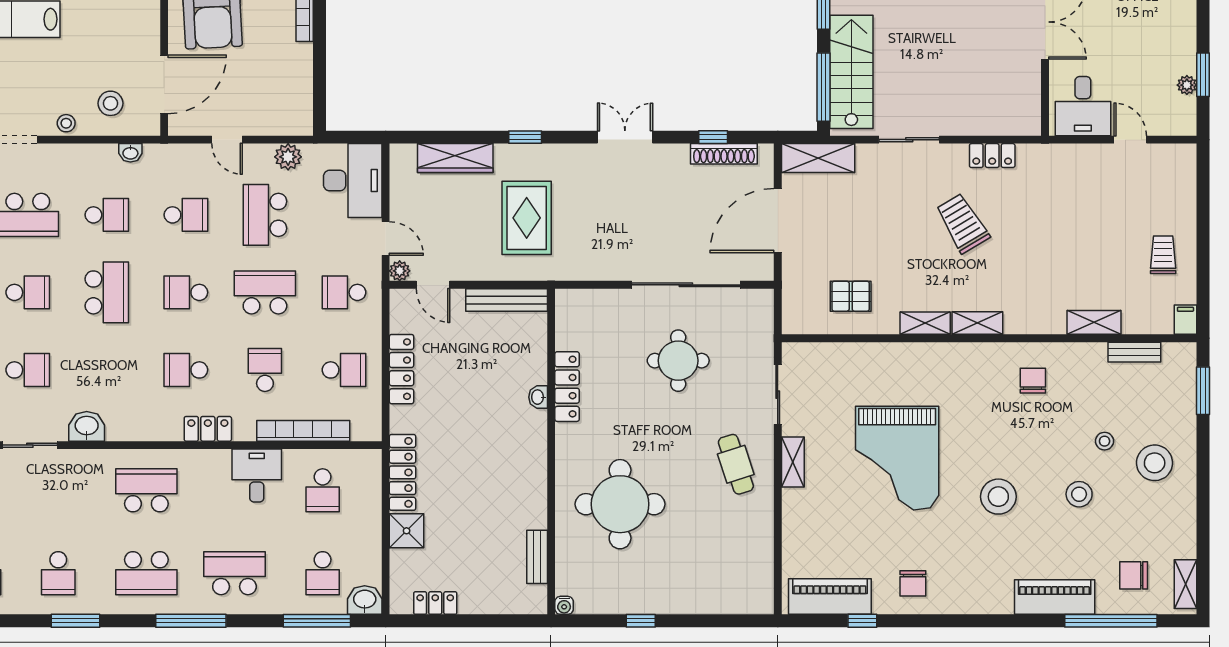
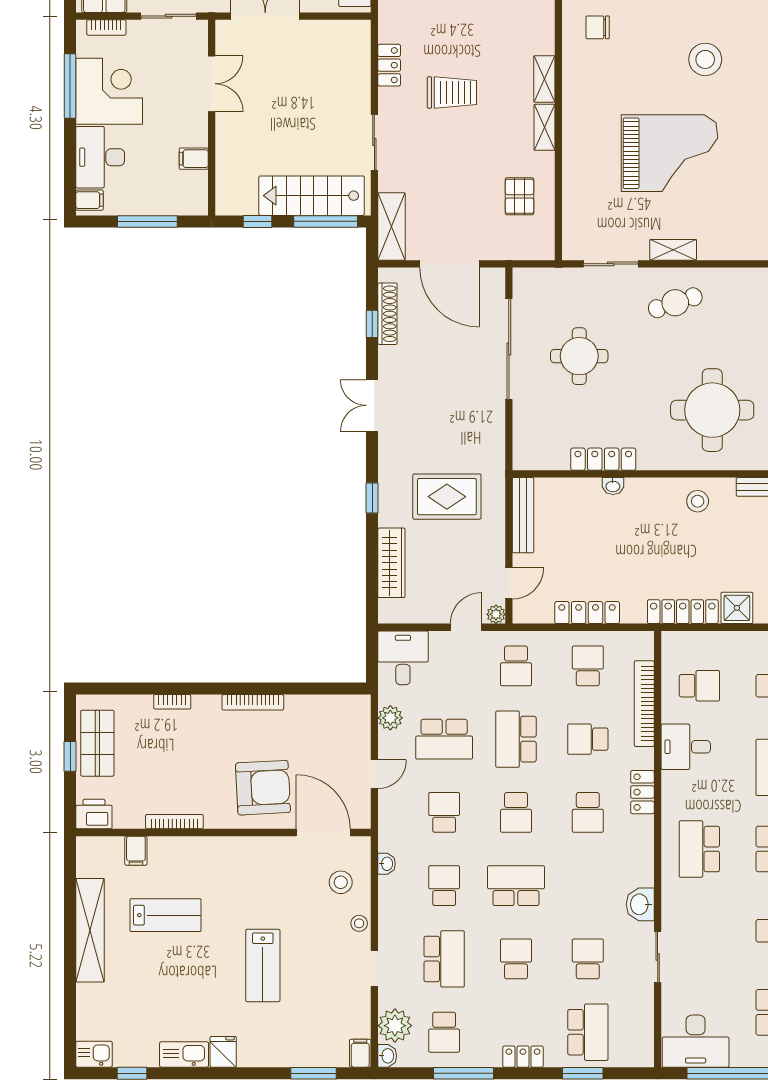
desk: (353, 181) -> (403, 658), width x0.73
trolley: (963, 223) -> (452, 93), turned -149
stool: (522, 488) -> (698, 501), added

